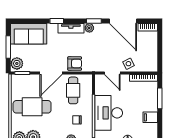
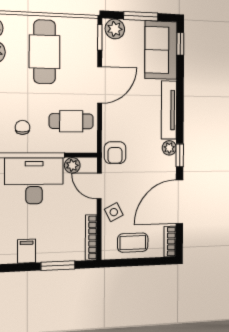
window: (57, 21) -> (180, 44), moved
tv unit: (71, 28) -> (169, 110), width x1.41
coffee table: (148, 51) -> (133, 243), added
armchair: (75, 64) -> (115, 153), moved
door: (51, 73) -> (100, 85), swing flipped
door: (112, 73) -> (99, 186), hinge flipped
plant: (100, 90) -> (72, 165), added

